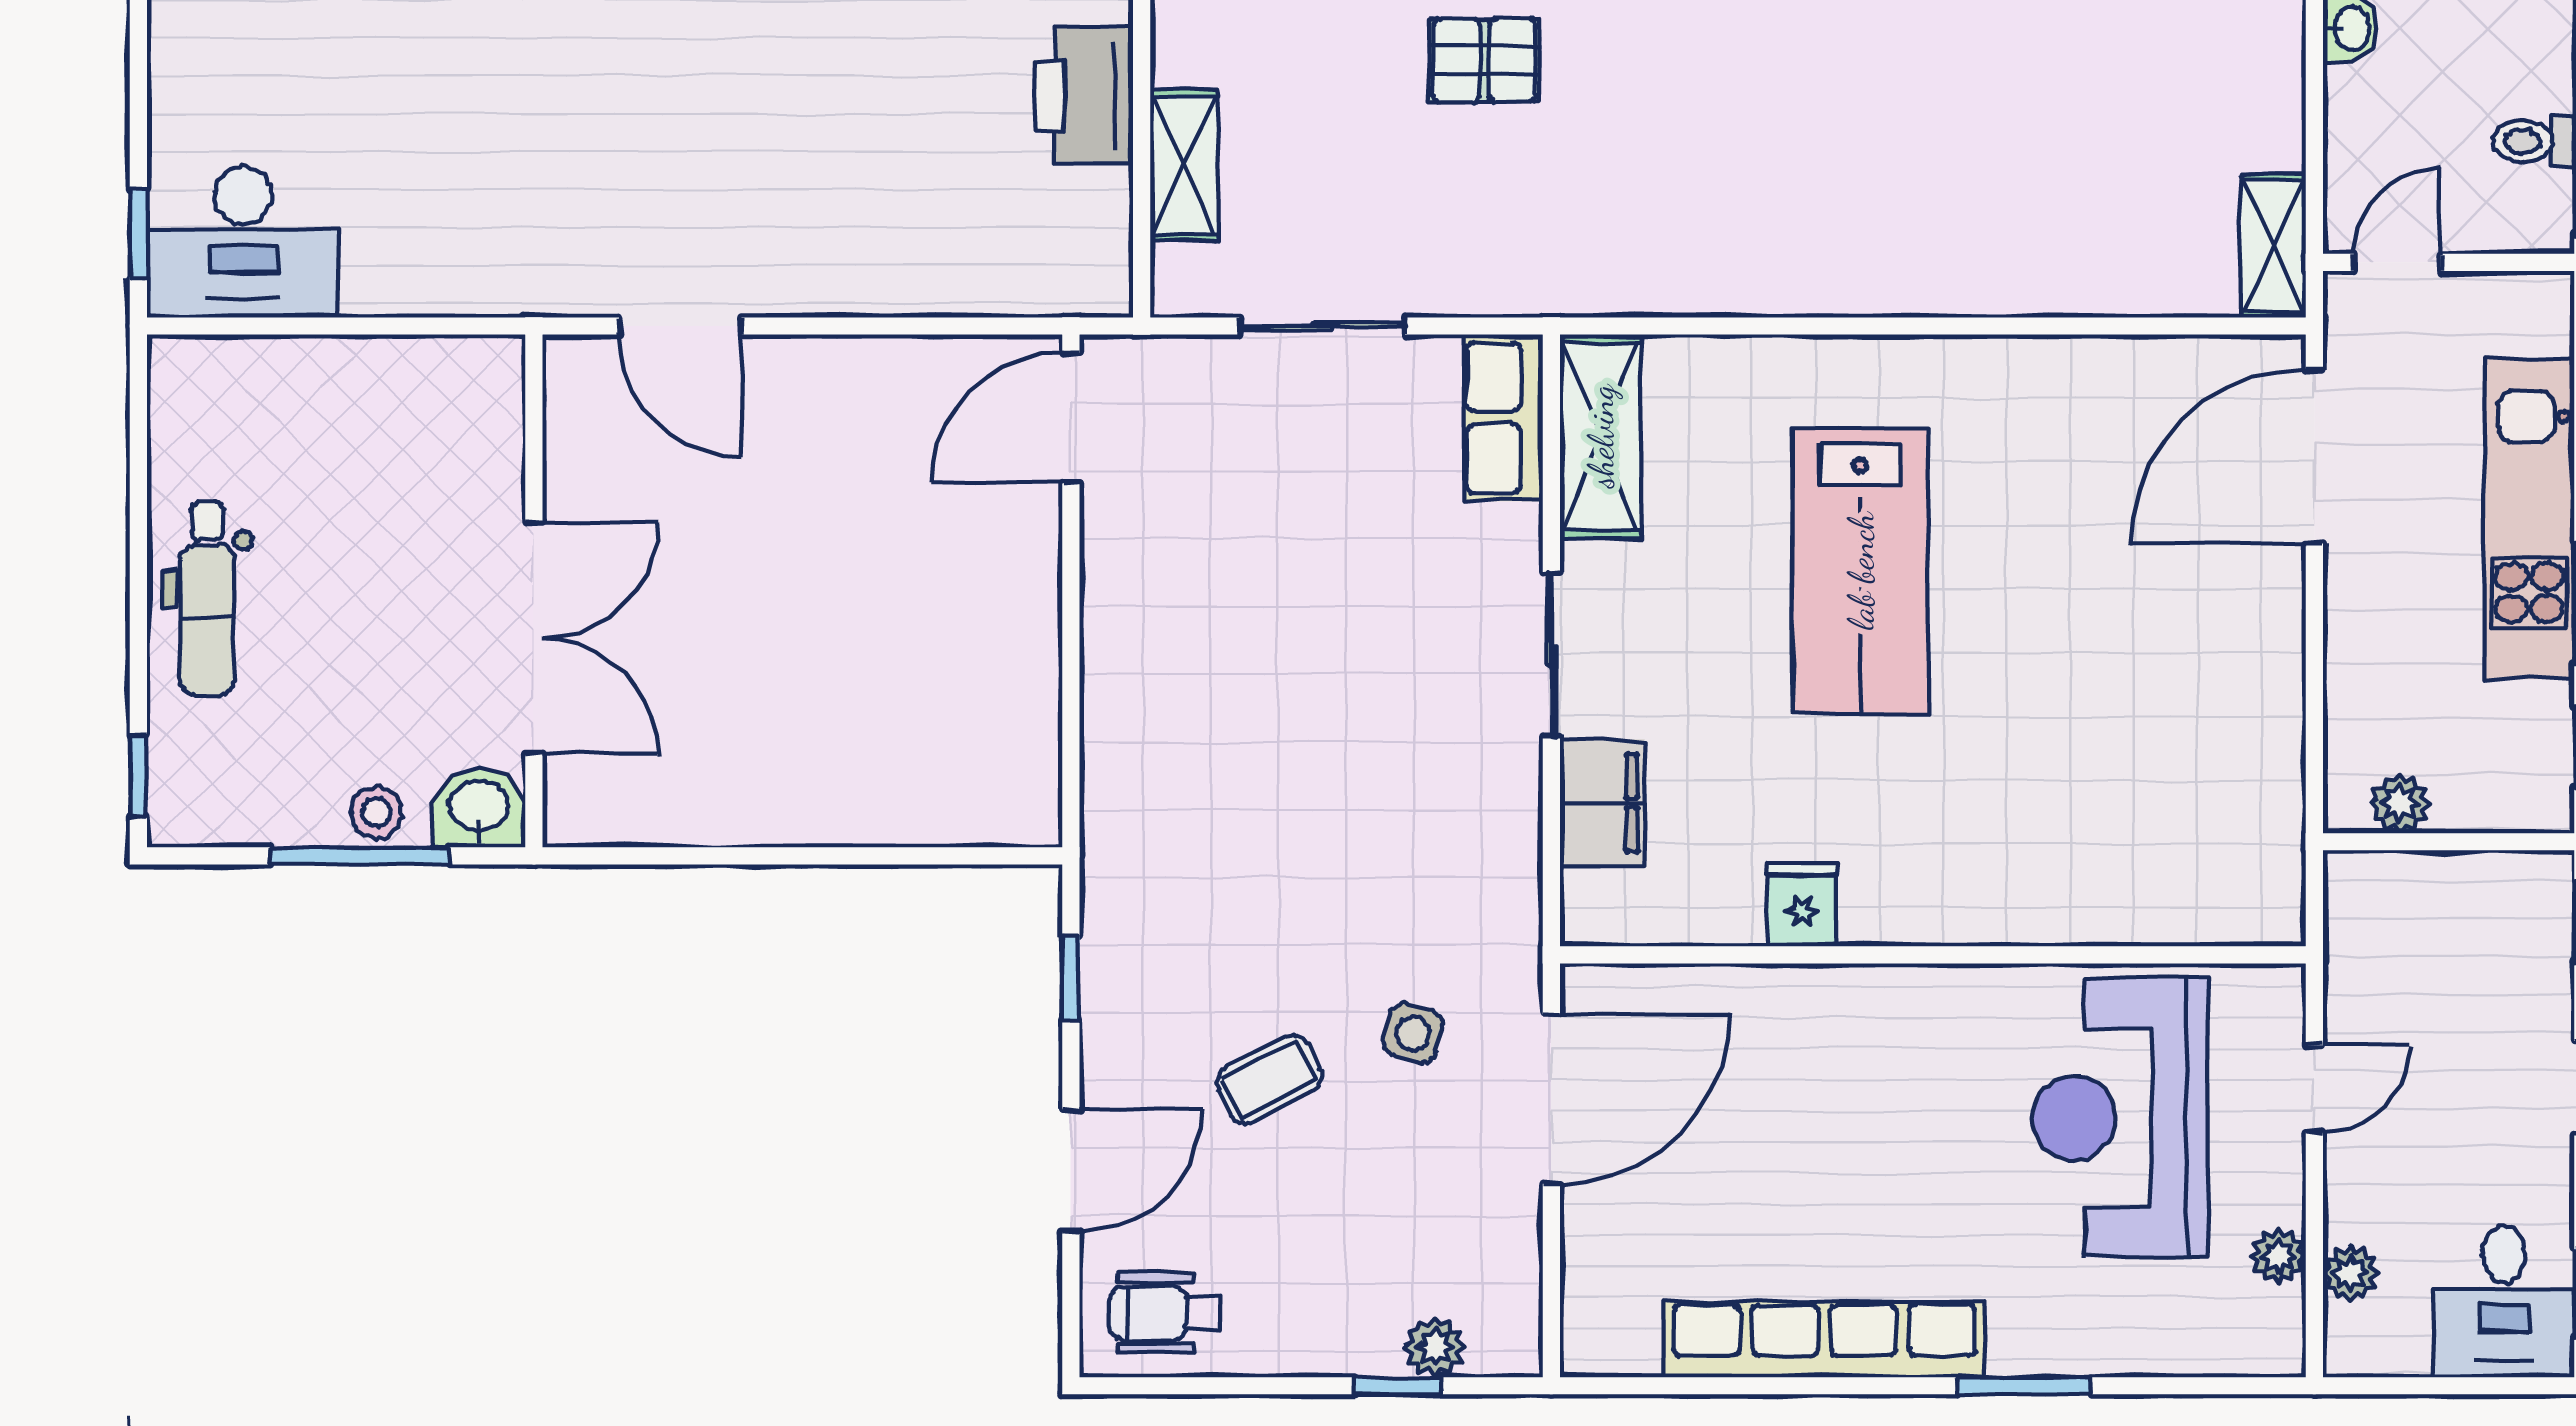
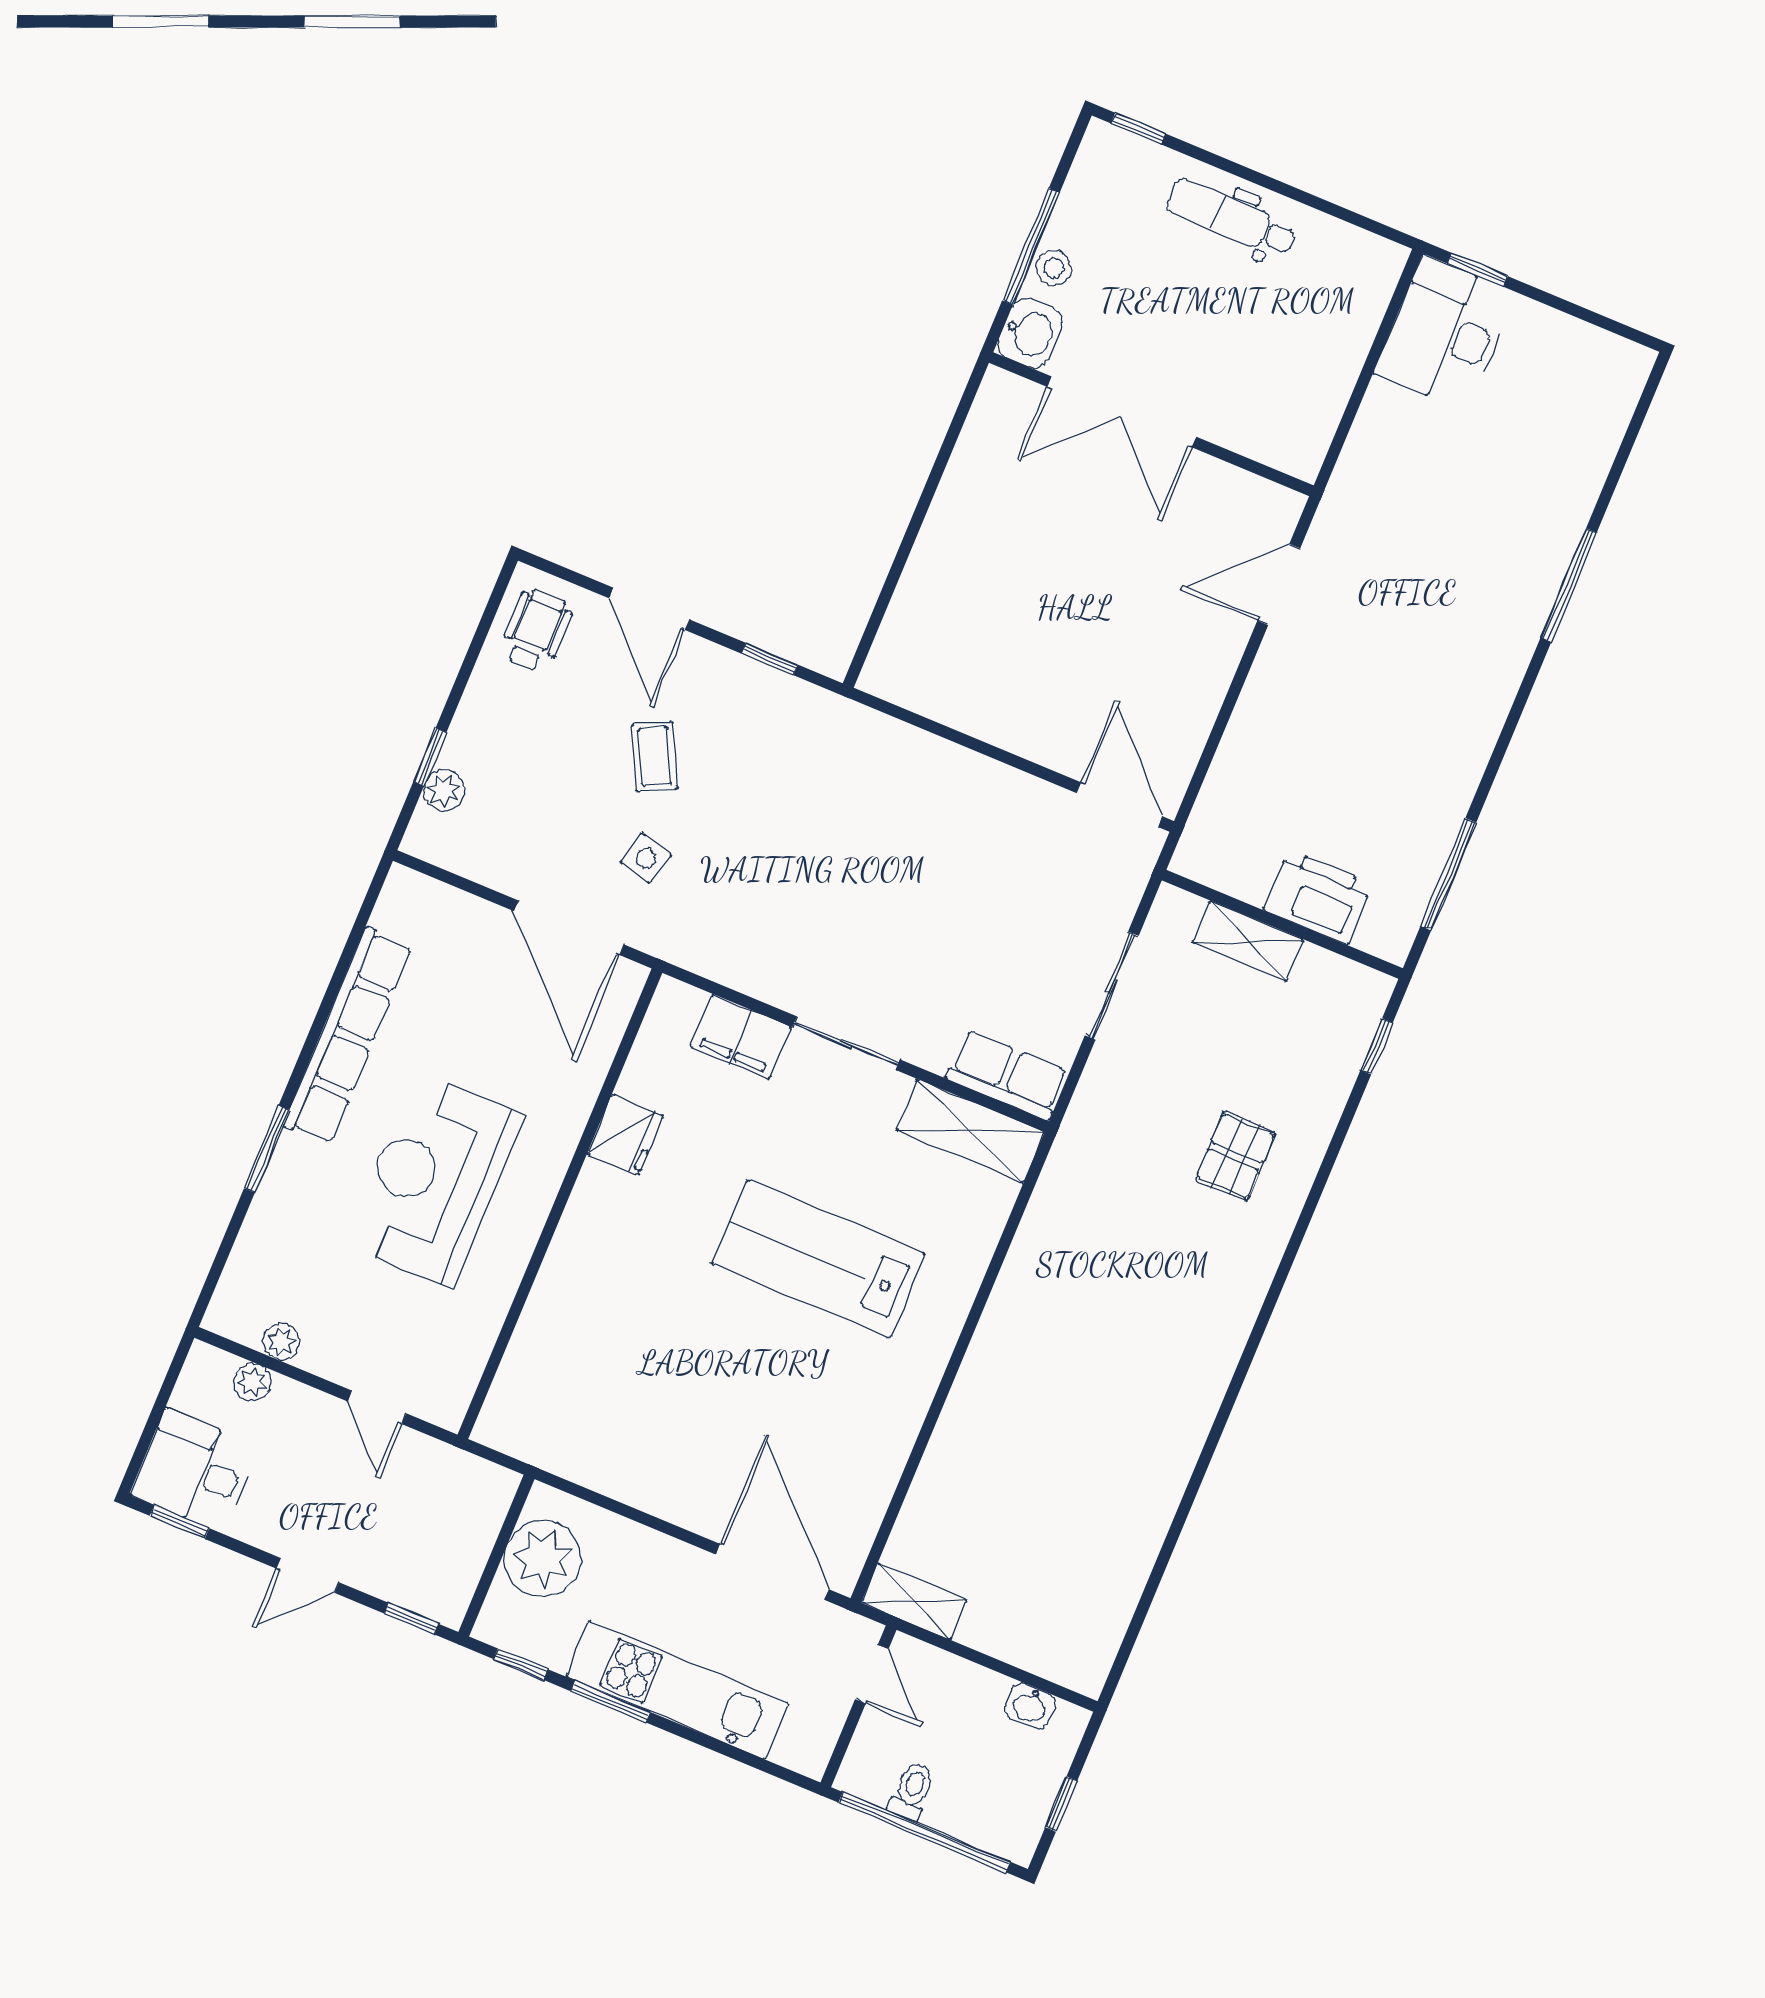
plant: (2400, 803) -> (543, 1558), width x1.88, depth x1.88
fridge: (1802, 905) -> (625, 1135), width x1.38
reception desk: (2120, 1118) -> (435, 1180), moved, turned -90

